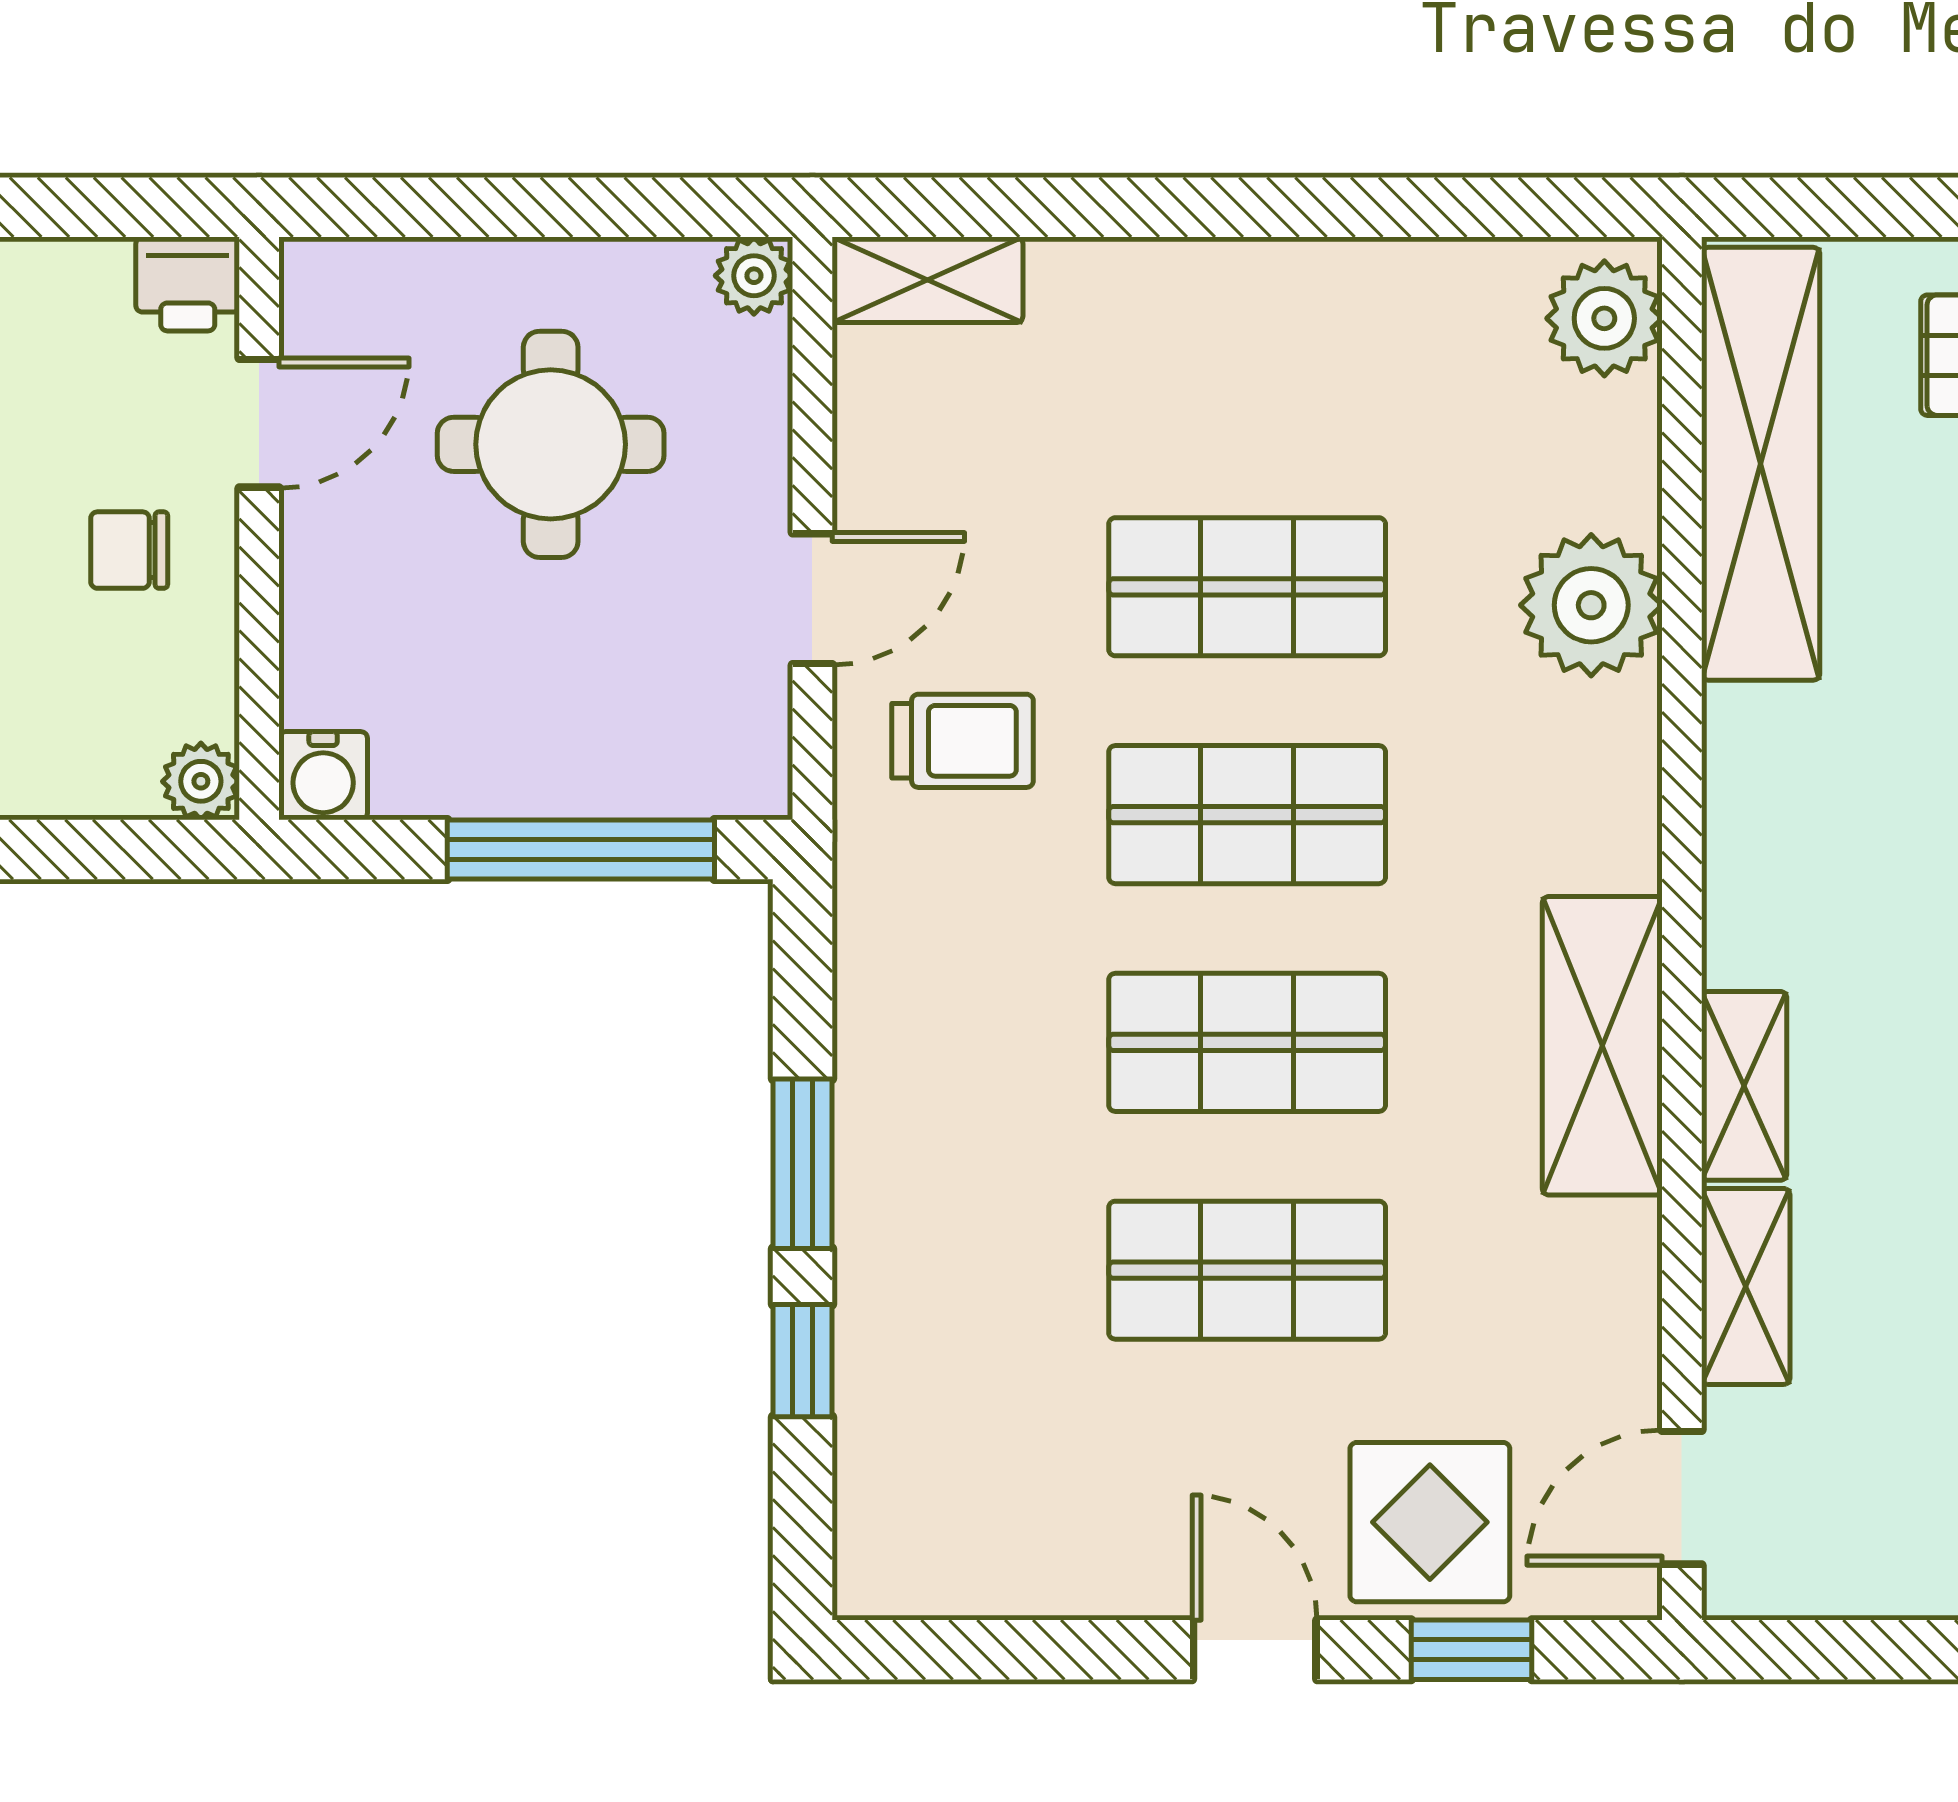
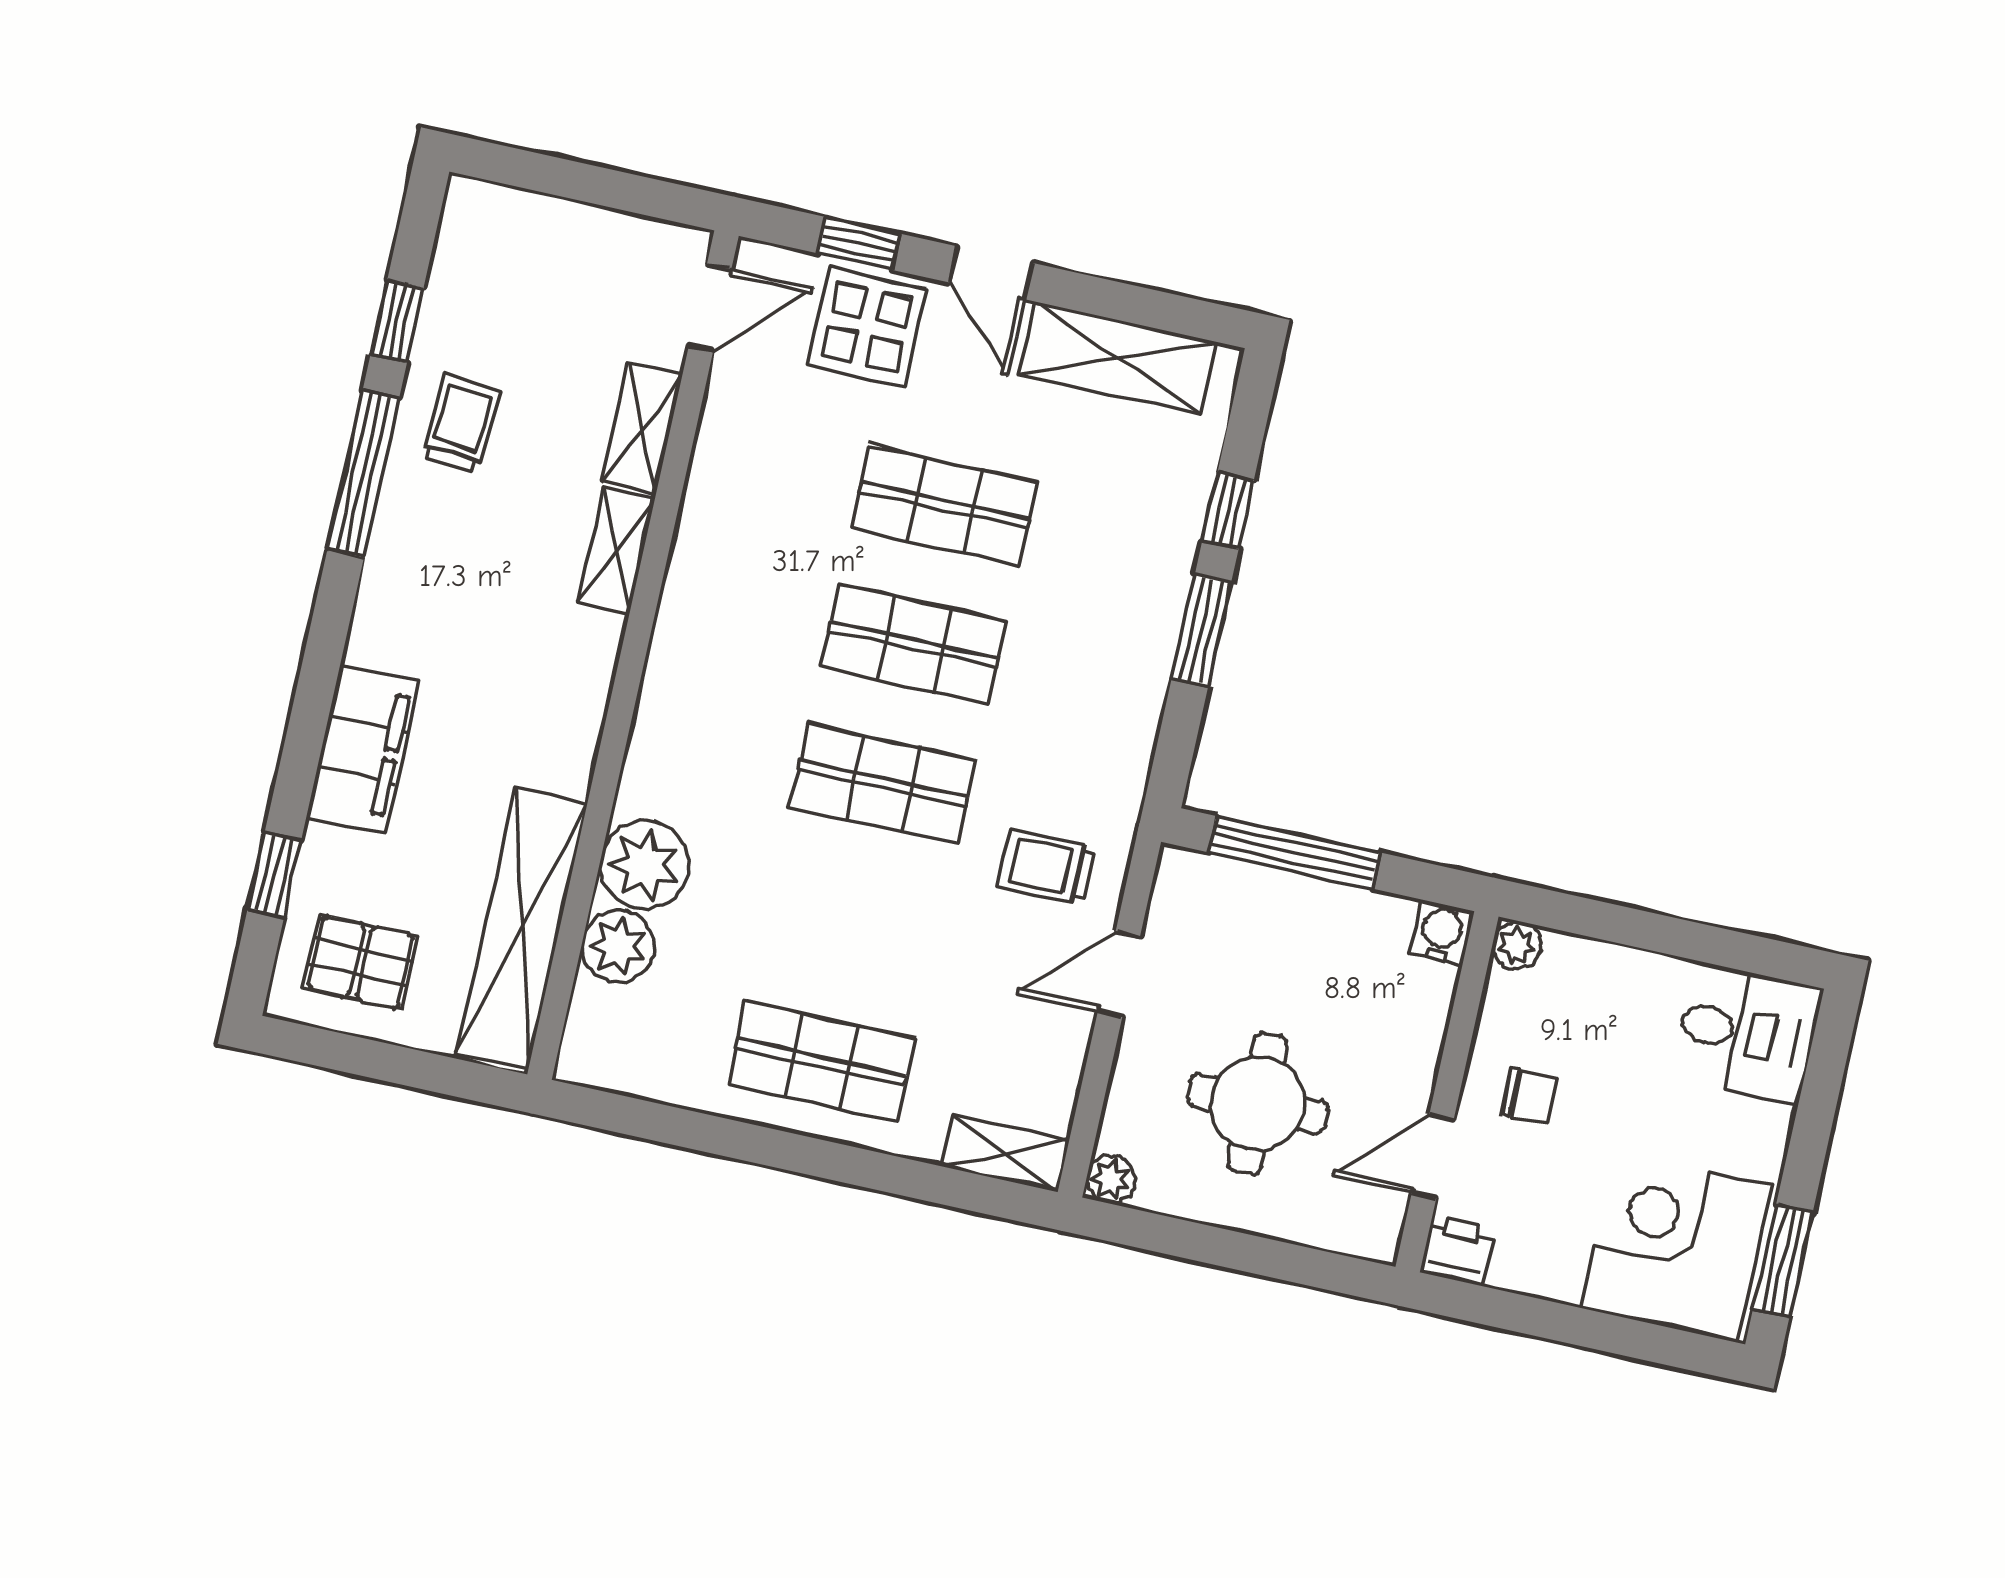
plant: (1604, 318) -> (618, 946), moved
shop shelf: (1247, 587) -> (821, 1061), moved
shelving: (1602, 1046) -> (1118, 358), moved, turned 90

